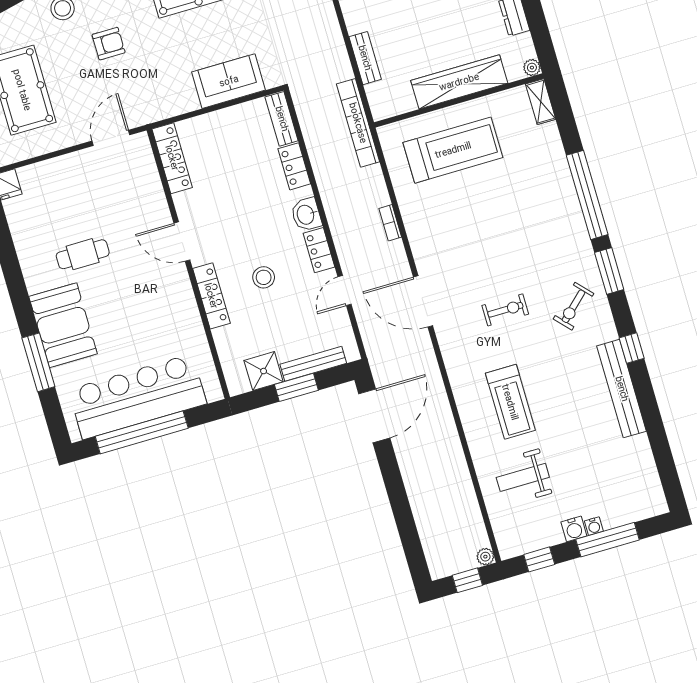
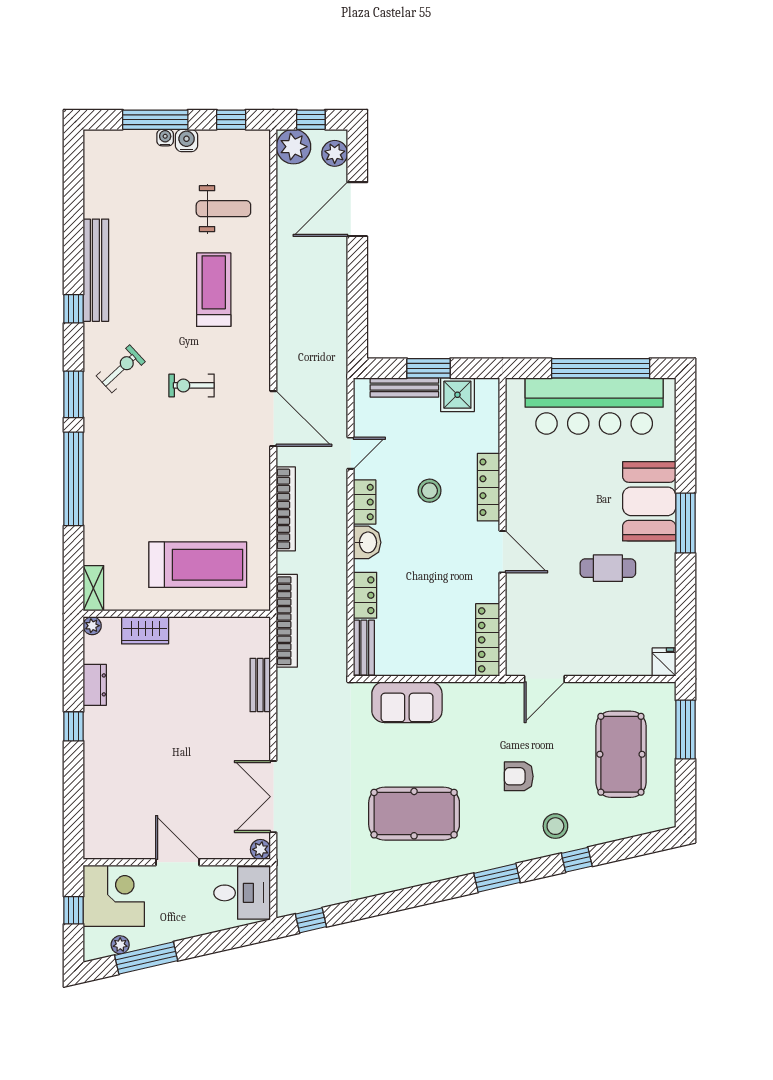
wardrobe: (459, 82) -> (145, 630), width x0.48, depth x0.85
treadmill: (453, 150) -> (198, 565), turned 180
bookcase: (390, 223) -> (286, 509), width x2.31, depth x1.31
window: (38, 362) -> (685, 523), moved
door: (374, 416) -> (357, 209), moved
plant: (437, 556) -> (335, 153), added
plant: (485, 557) -> (293, 147), width x1.87, depth x1.87

